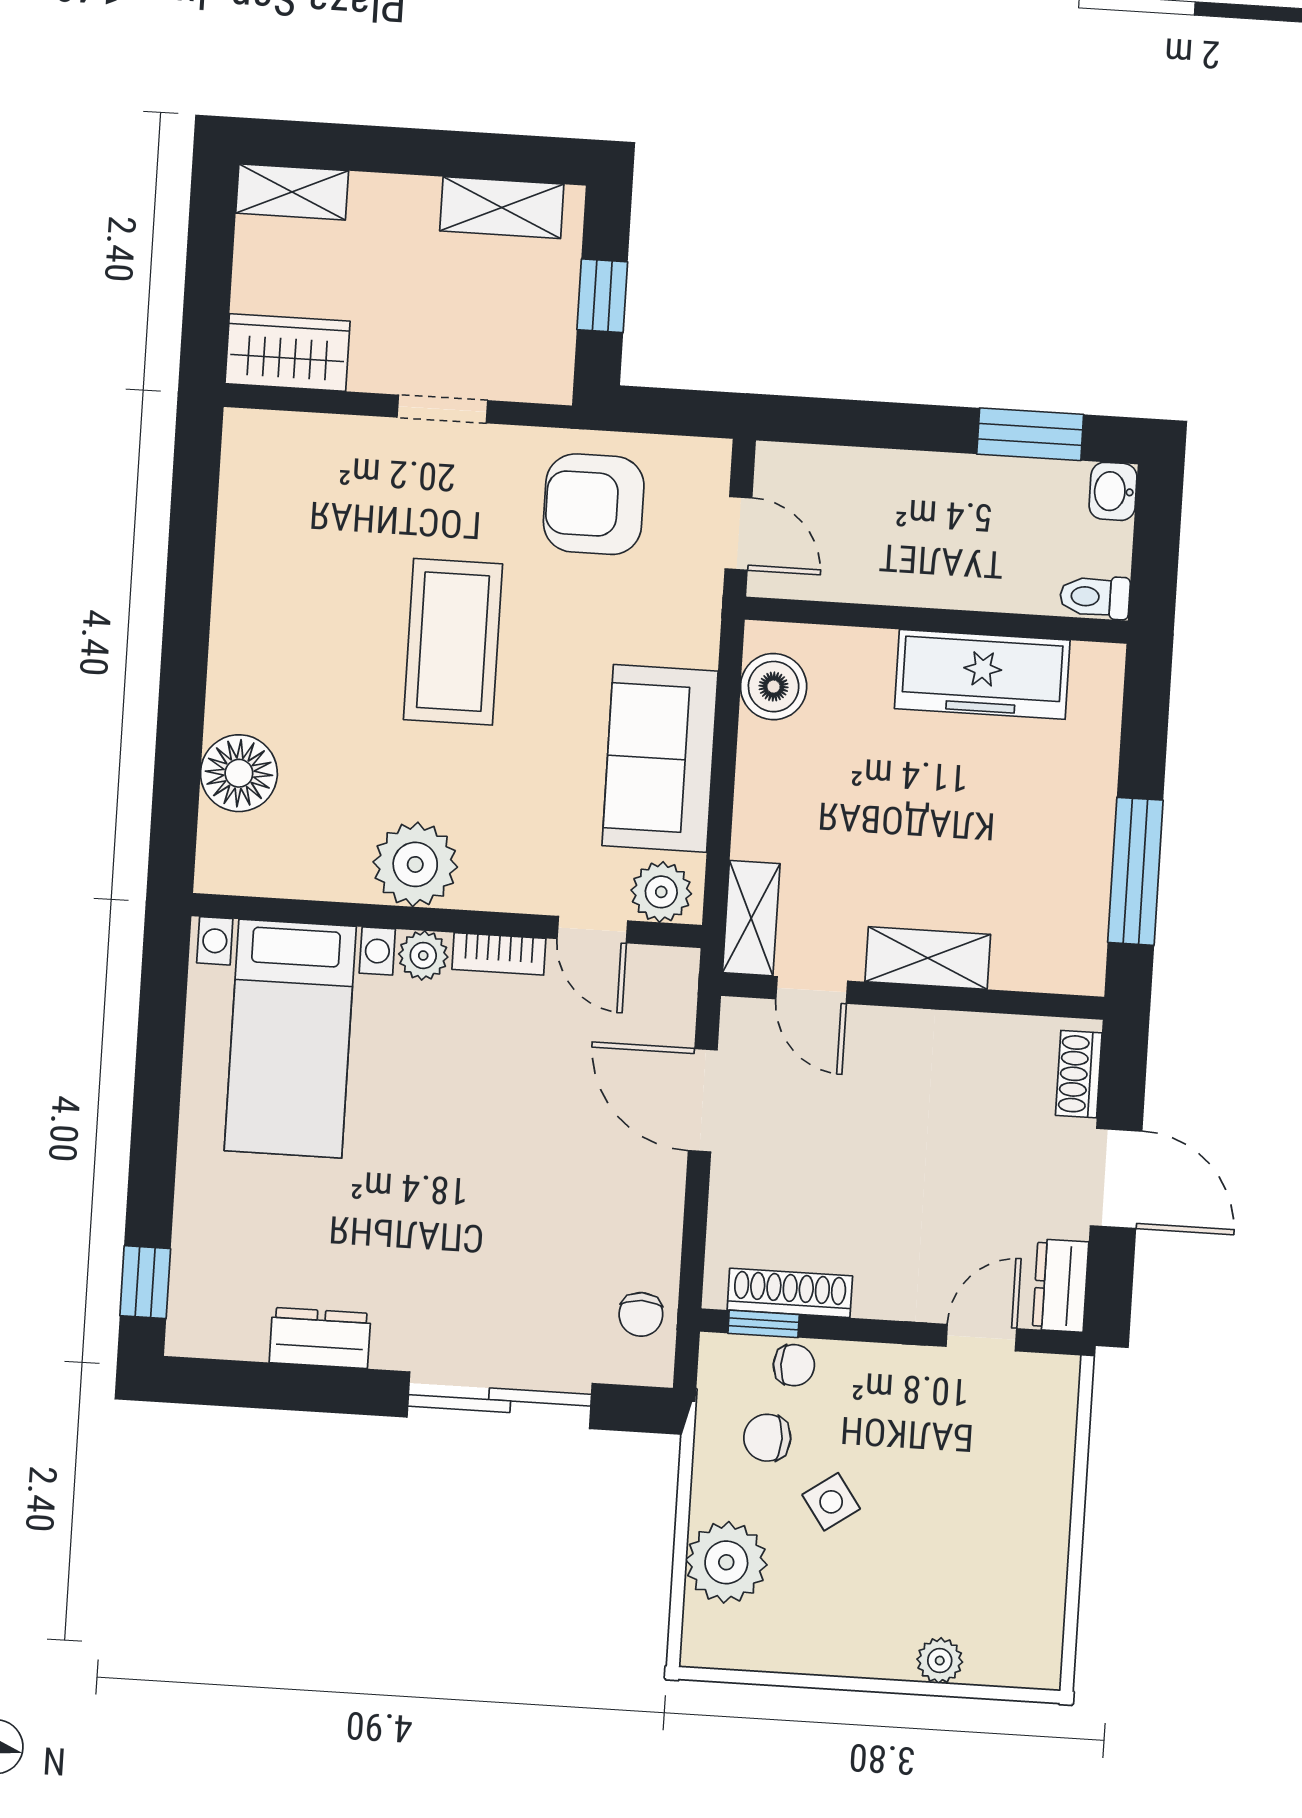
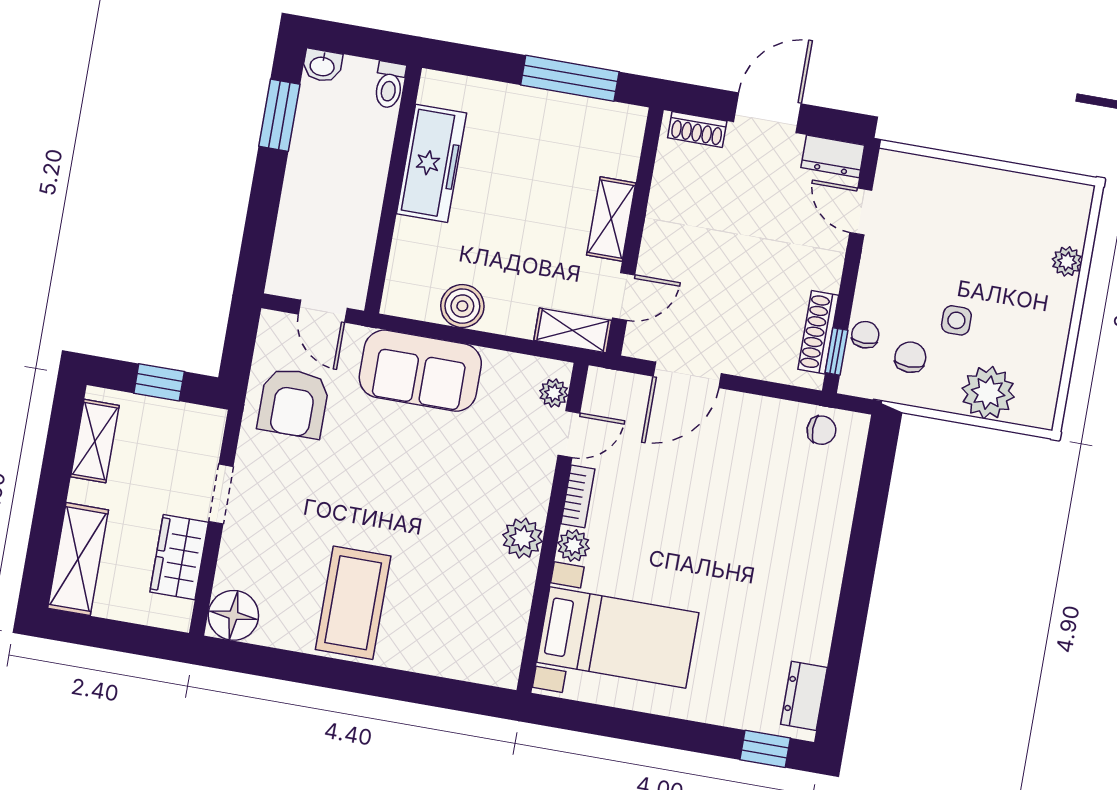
shelving: (292, 192) -> (78, 559), width x1.50, depth x1.33
wardrobe: (288, 352) -> (179, 557), moved
door: (738, 533) -> (323, 311), swing flipped
coffee table: (453, 642) -> (353, 603), moved, turned 90
boiler: (774, 687) -> (462, 306), moved
sofa: (660, 758) -> (420, 371), moved
floor lamp: (239, 773) -> (233, 615), moved
plant: (415, 864) -> (522, 538), width x0.73, depth x0.73
plant: (661, 892) -> (554, 393), width x0.73, depth x0.73
dresser: (320, 1338) -> (804, 696), moved
sliding door: (500, 1400) -> (867, 528), removed
chair: (767, 1438) -> (910, 357), turned 180
side table: (831, 1502) -> (956, 320), turned 35

